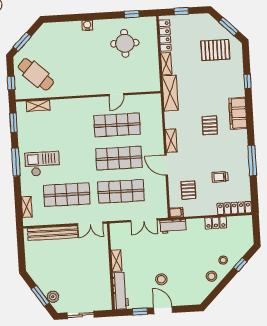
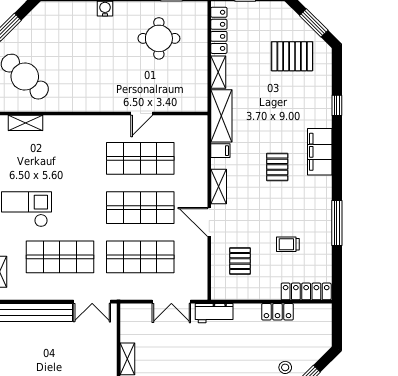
filing cabinet: (176, 212) -> (220, 151), moved

